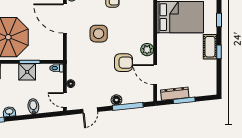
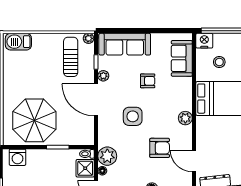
plant: (147, 50) -> (185, 118), moved
plant: (75, 70) -> (107, 156), added
shower: (27, 72) -> (85, 168), moved

